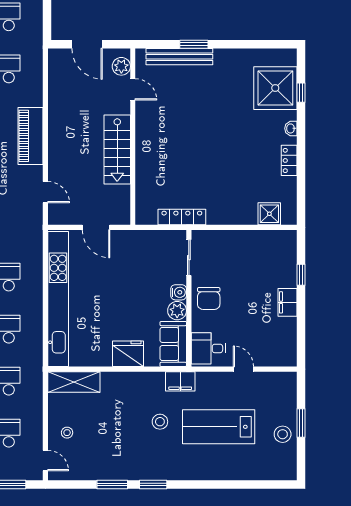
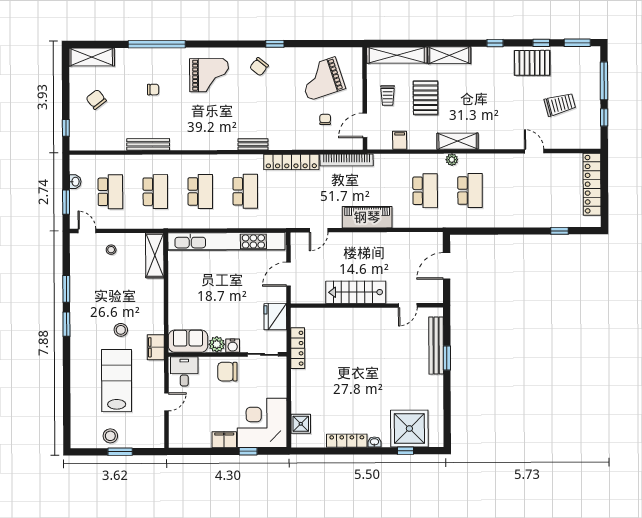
plant: (121, 66) -> (428, 295), removed
locker: (289, 160) -> (347, 441), width x1.53
corner desk: (268, 258) -> (262, 423), added
fridge: (128, 354) -> (275, 317), moved, turned 180
door: (45, 461) -> (87, 231), swing flipped

